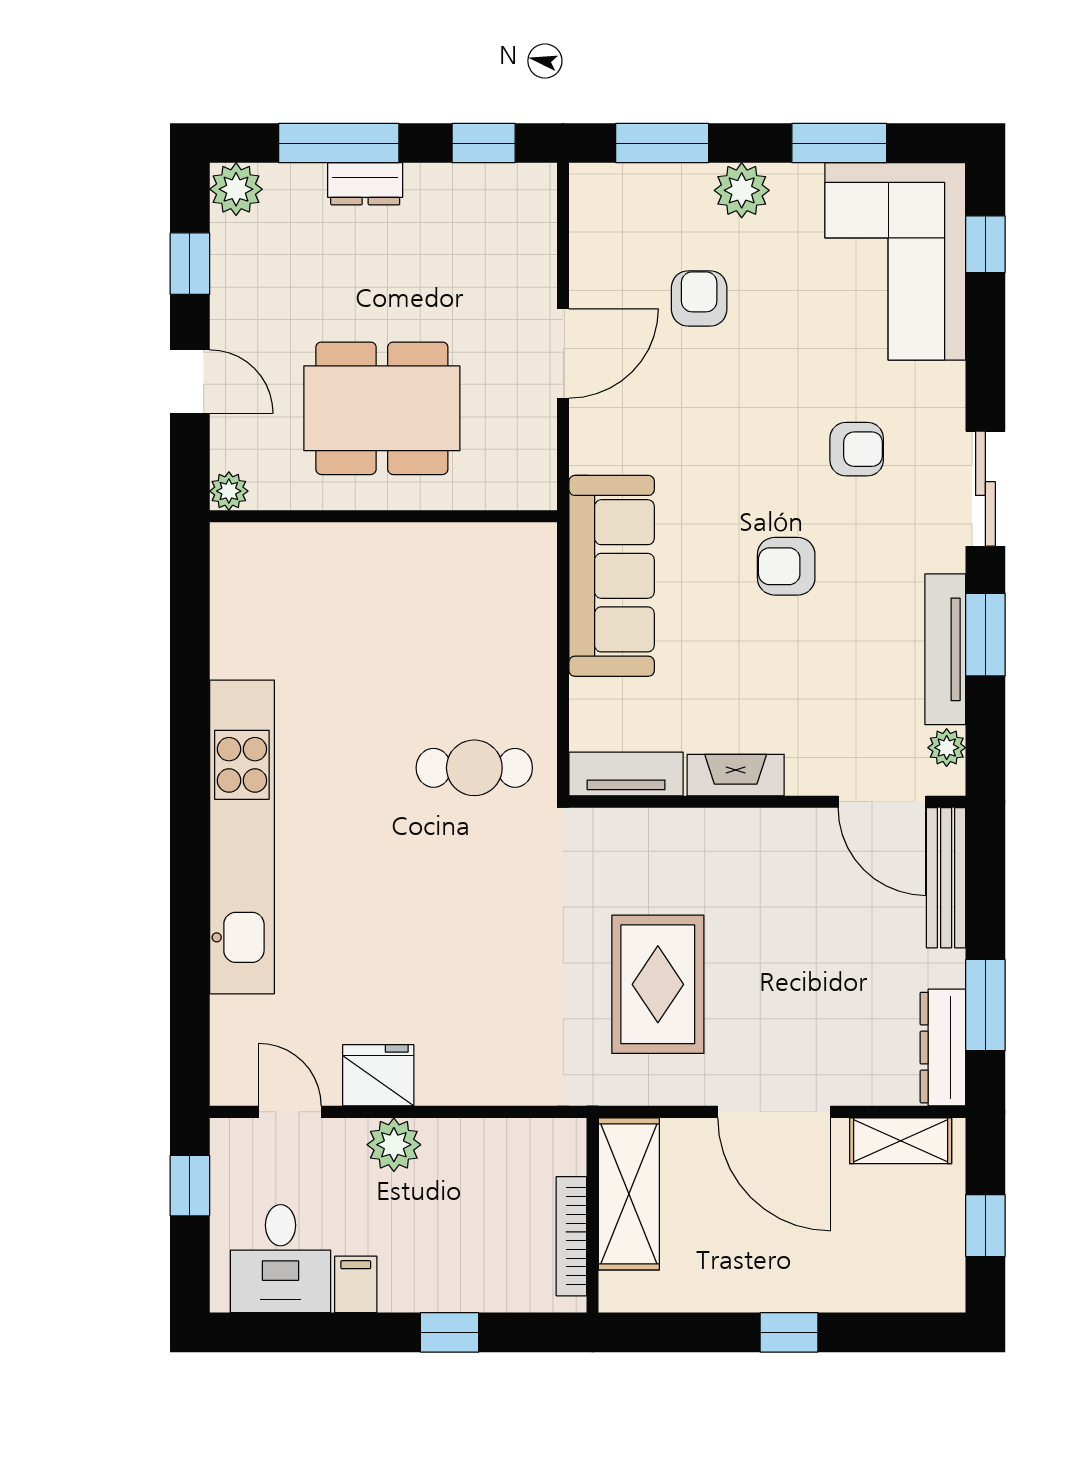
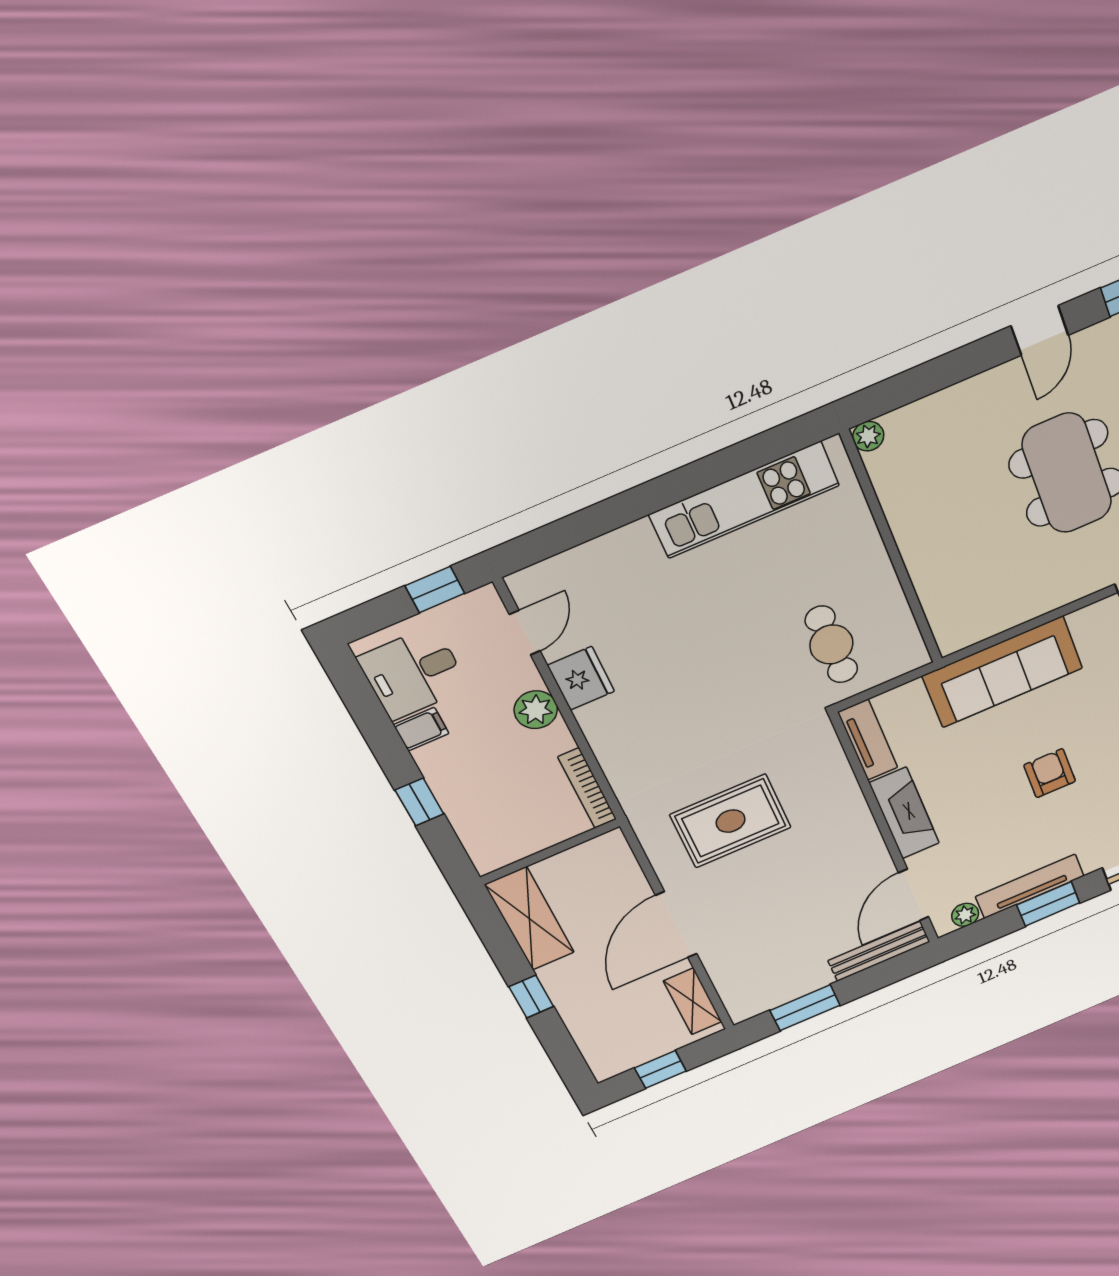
plant: (229, 491) -> (868, 436), moved
wall: (383, 516) -> (892, 549), moved
fireplace: (736, 775) -> (904, 813), width x1.37, depth x1.32
kitchen unit: (242, 837) -> (744, 500), width x0.73
dresser: (943, 1048) -> (766, 997), removed
shelving: (629, 1194) -> (530, 919), moved, turned 90
bookcase: (571, 1236) -> (587, 788), moved, turned -90

